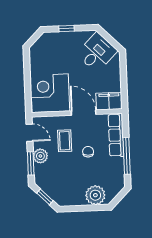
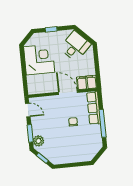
corner desk: (50, 93) -> (39, 59), moved, turned 90
coffee table: (65, 141) -> (55, 115), removed
plant: (40, 156) -> (38, 141), moved
plant: (95, 195) -> (81, 155), removed

